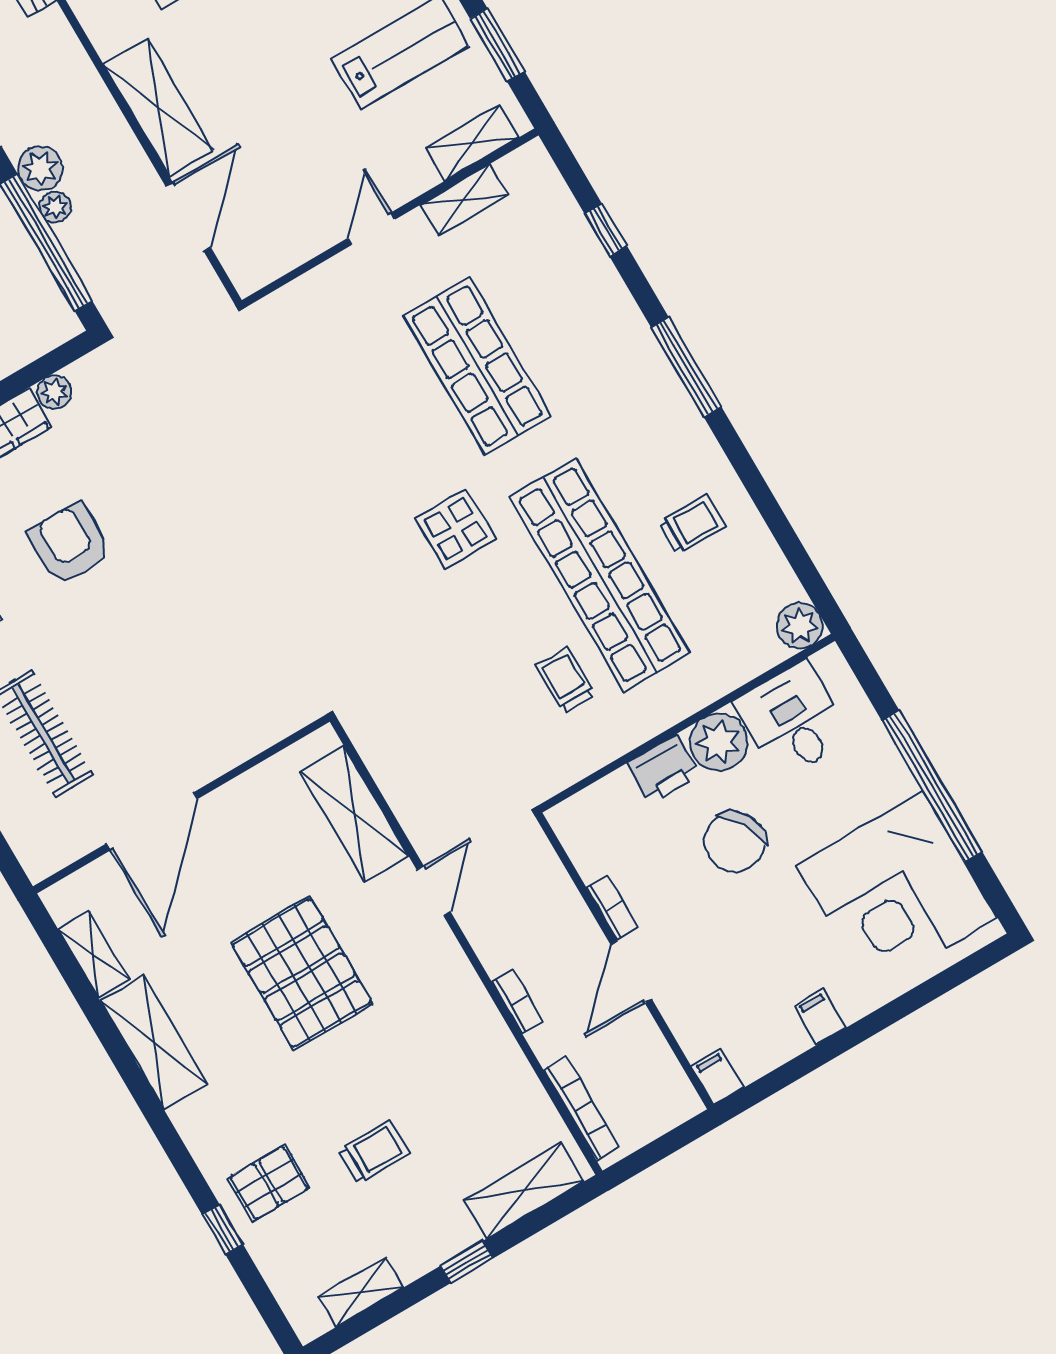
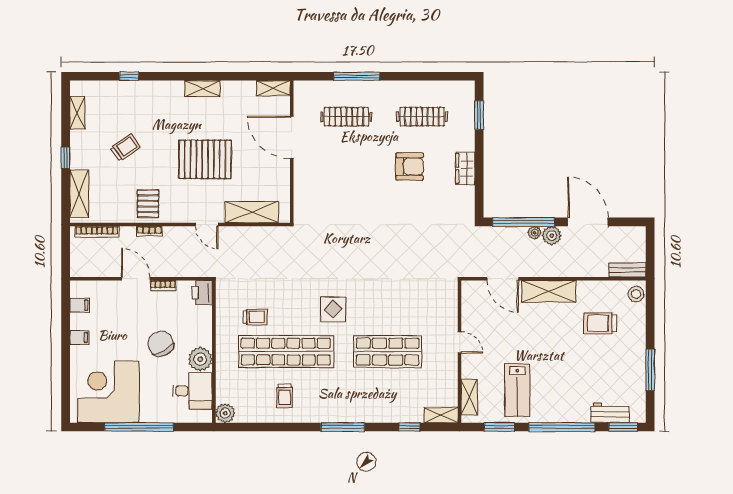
shelving: (464, 200) -> (441, 415), moved, turned 90
plant: (54, 392) -> (468, 193), removed
printer: (664, 769) -> (202, 293), moved
shelving: (94, 954) -> (273, 88), moved
shelving: (154, 1042) -> (203, 88), width x0.67, depth x0.75
filing cabinet: (717, 1077) -> (79, 305), moved
trolley: (374, 1152) -> (125, 148), turned -125
pallet: (269, 1183) -> (148, 204), moved

